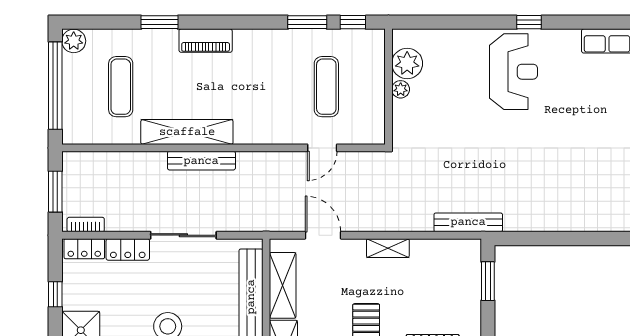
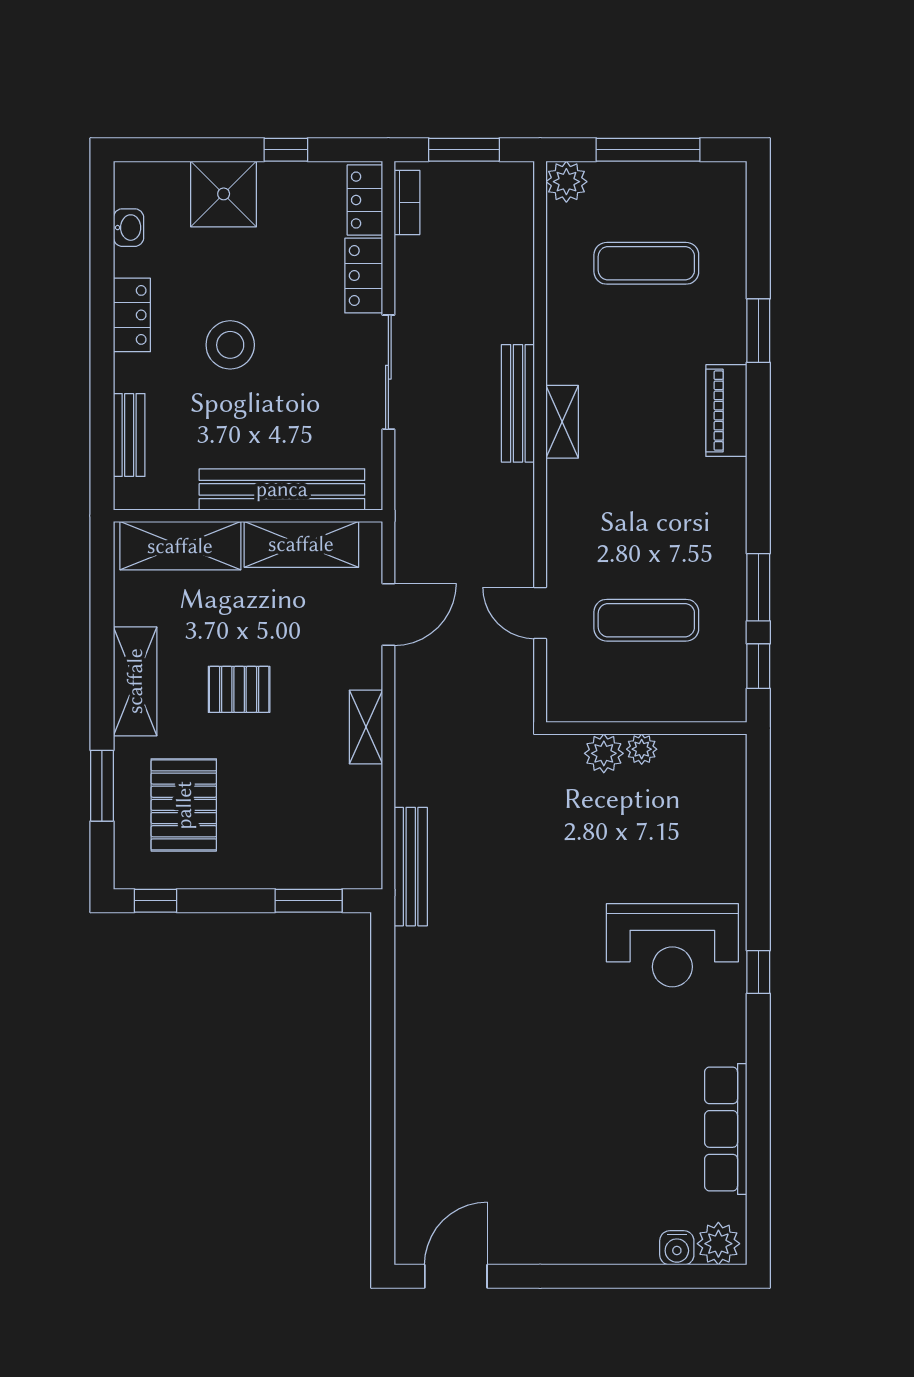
plant: (74, 41) -> (566, 182), moved
plant: (407, 63) -> (604, 753), moved, width x0.73, depth x0.73
window: (55, 86) -> (648, 150), width x0.68
shelving: (187, 132) -> (562, 422), width x0.45, depth x0.75

